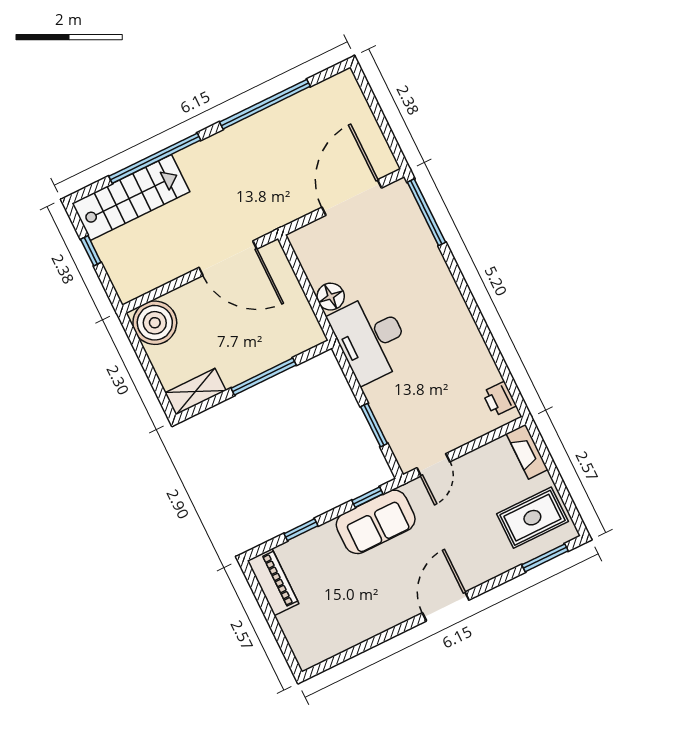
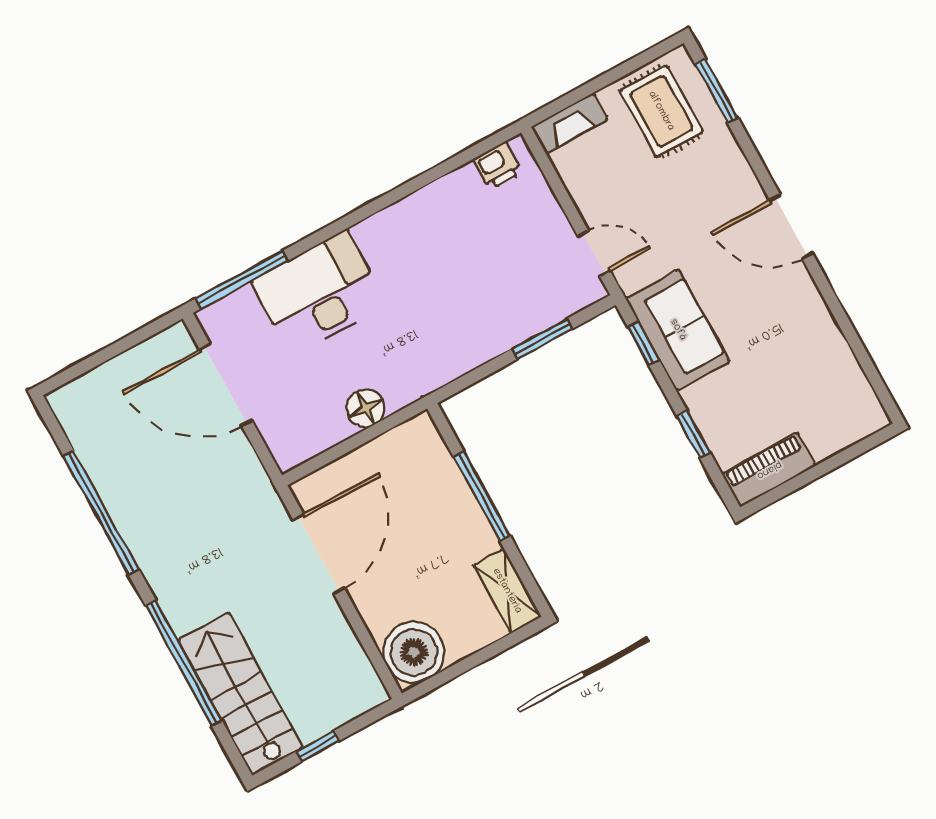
desk: (371, 338) -> (319, 293), moved, turned 180

